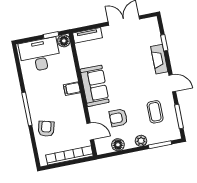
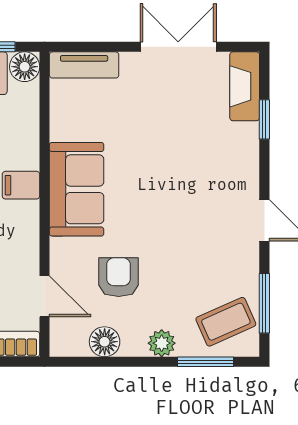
fireplace: (159, 59) -> (245, 86), moved
coffee table: (155, 112) -> (226, 322), moved, turned 66
armchair: (118, 118) -> (119, 277), turned 90

